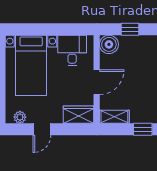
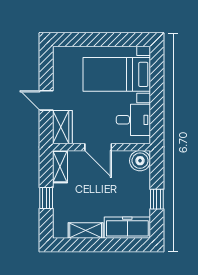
window: (130, 29) -> (157, 199), moved
plant: (20, 117) -> (59, 62), removed
door: (42, 129) -> (46, 100), moved

